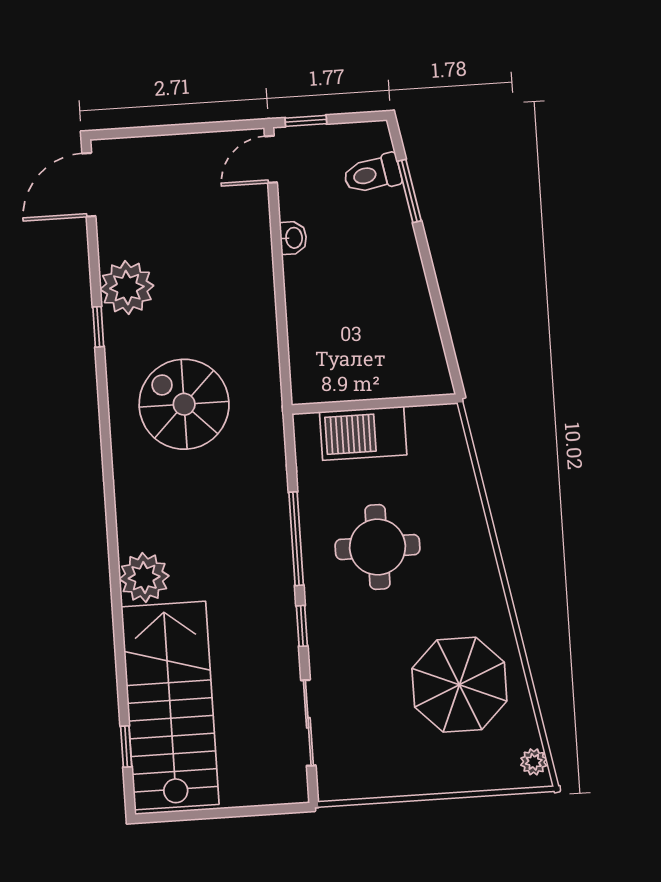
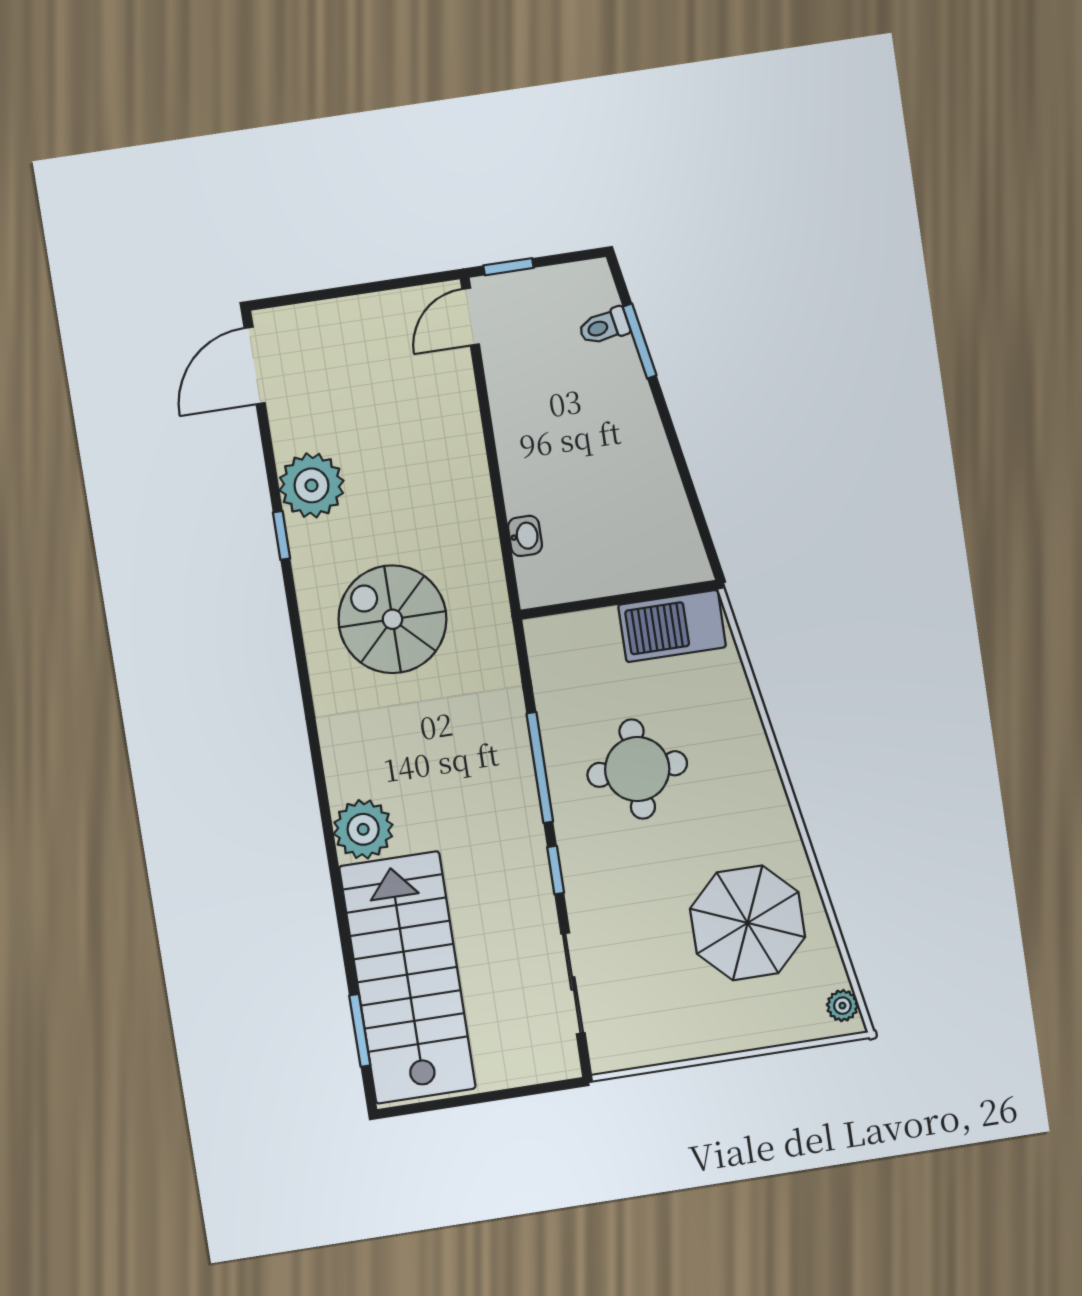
toilet: (372, 174) -> (604, 326), width x0.73, depth x0.72
washbasin: (293, 238) -> (525, 536), moved
barbecue: (363, 433) -> (672, 626), moved
window: (126, 746) -> (360, 1030), width x1.50

